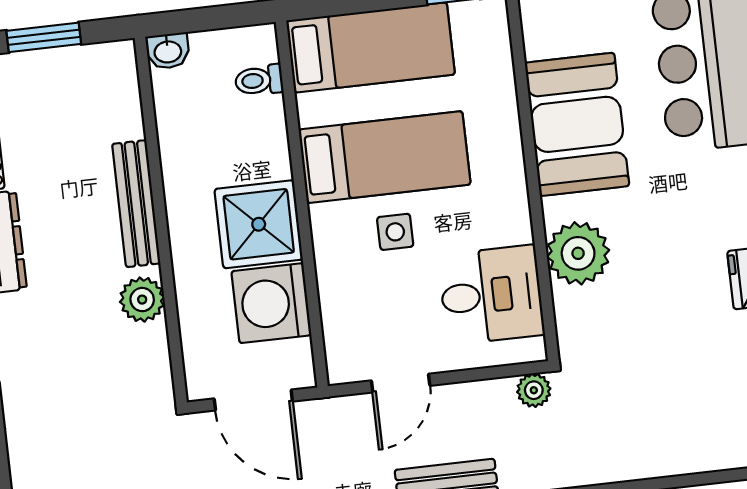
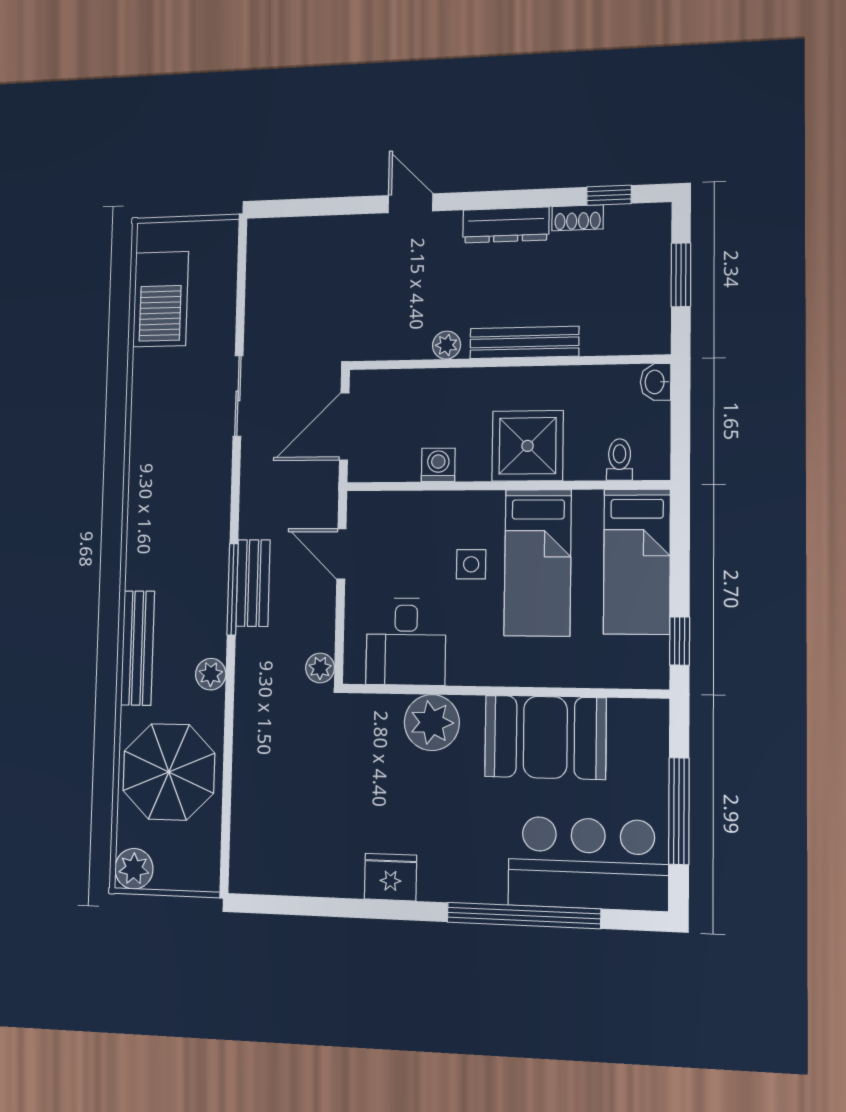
shower: (259, 224) -> (528, 446), moved
plant: (142, 300) -> (446, 345), width x0.73, depth x0.73
washing machine: (271, 303) -> (438, 465), width x0.53, depth x0.53

